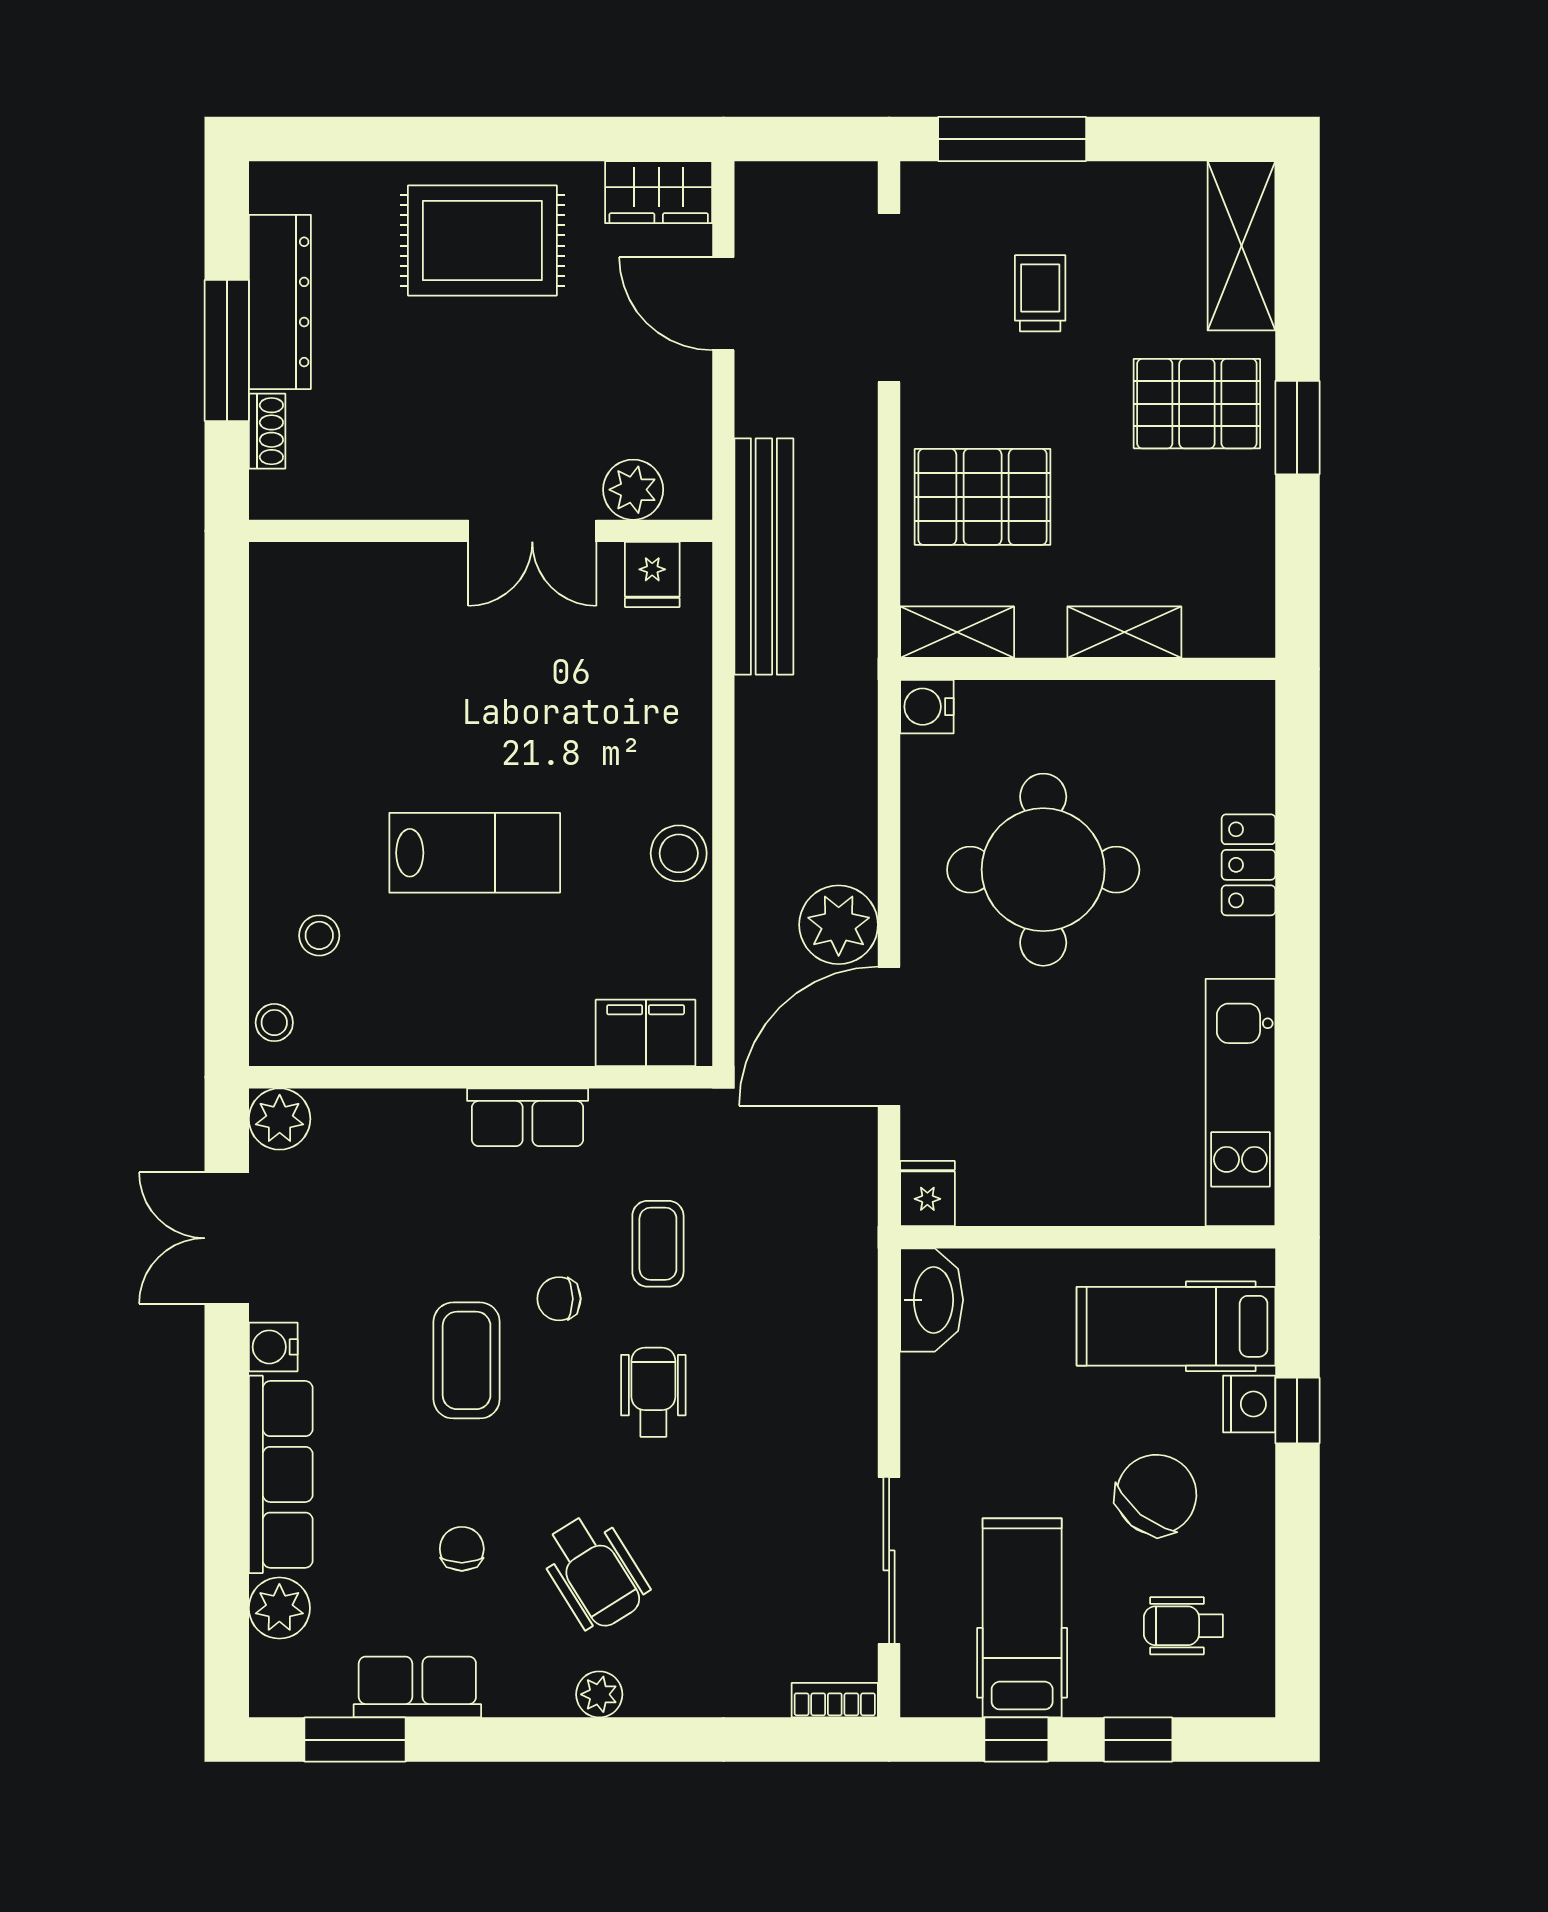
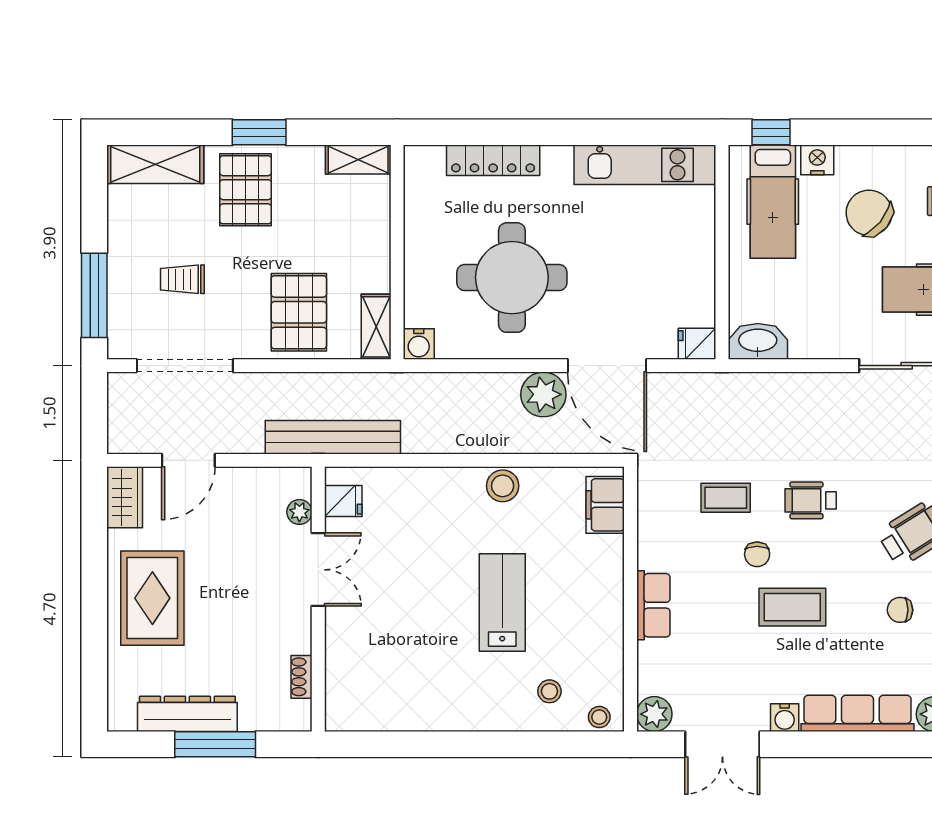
shoe rack: (267, 431) -> (301, 677), moved, turned -90
plant: (633, 490) -> (299, 512), width x0.73, depth x0.73
shelving: (1124, 632) -> (358, 160), moved, turned 90
locker: (1248, 865) -> (493, 160), width x1.53
row of seats: (528, 1117) -> (653, 605), moved
window: (1297, 1411) -> (771, 132), moved

